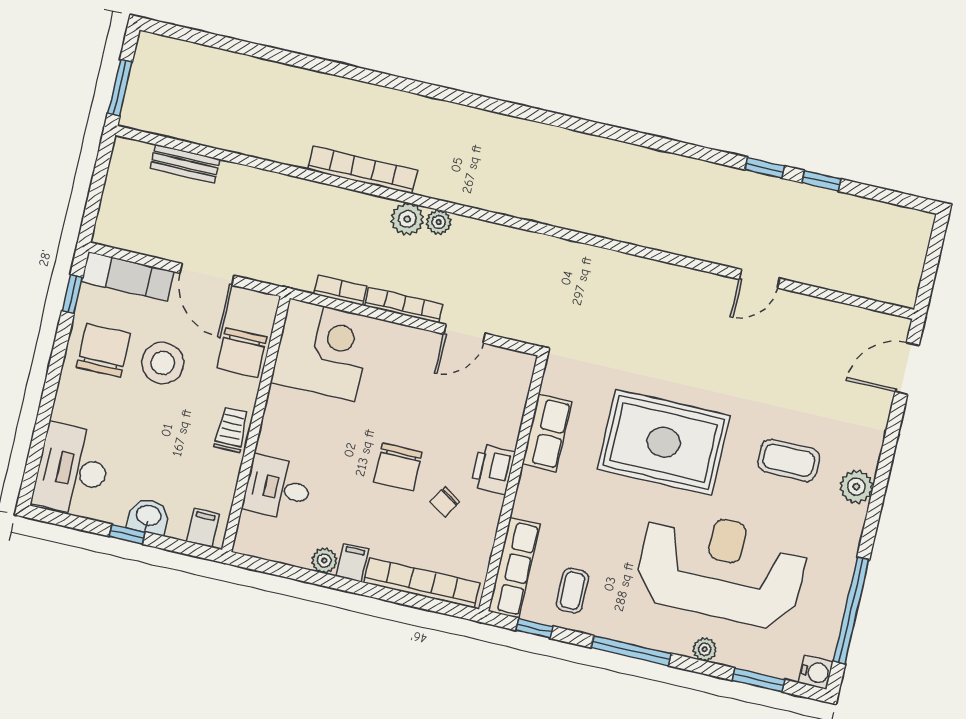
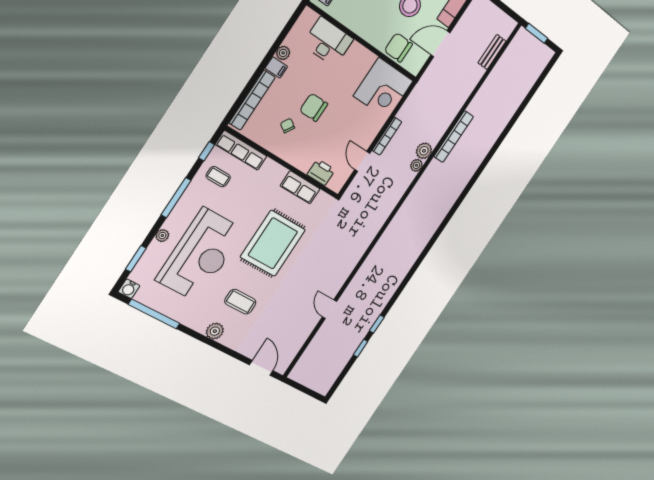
bookcase: (340, 290) -> (406, 107), removed
trolley: (231, 430) -> (365, 28), removed
coffee table: (789, 460) -> (240, 302), turned 90
printer: (493, 469) -> (321, 172), moved
desk: (278, 488) -> (328, 42), width x1.37

